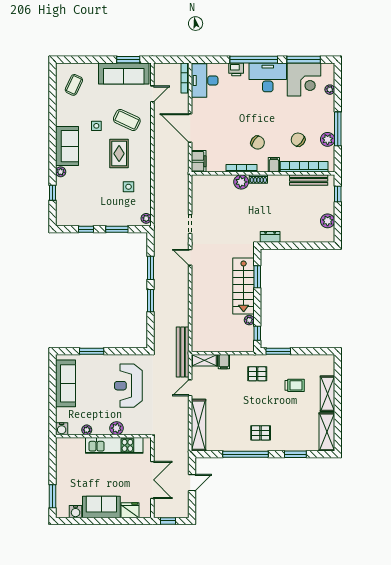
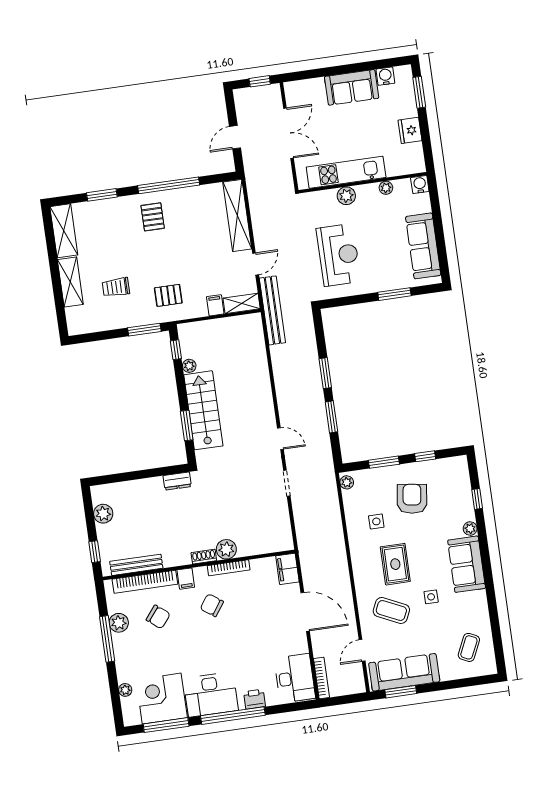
armchair: (100, 200) -> (412, 499), added
pallet: (261, 433) -> (153, 217), turned 90
double door: (152, 480) -> (288, 133), swing flipped
fridge: (130, 510) -> (410, 130), moved, turned 90

